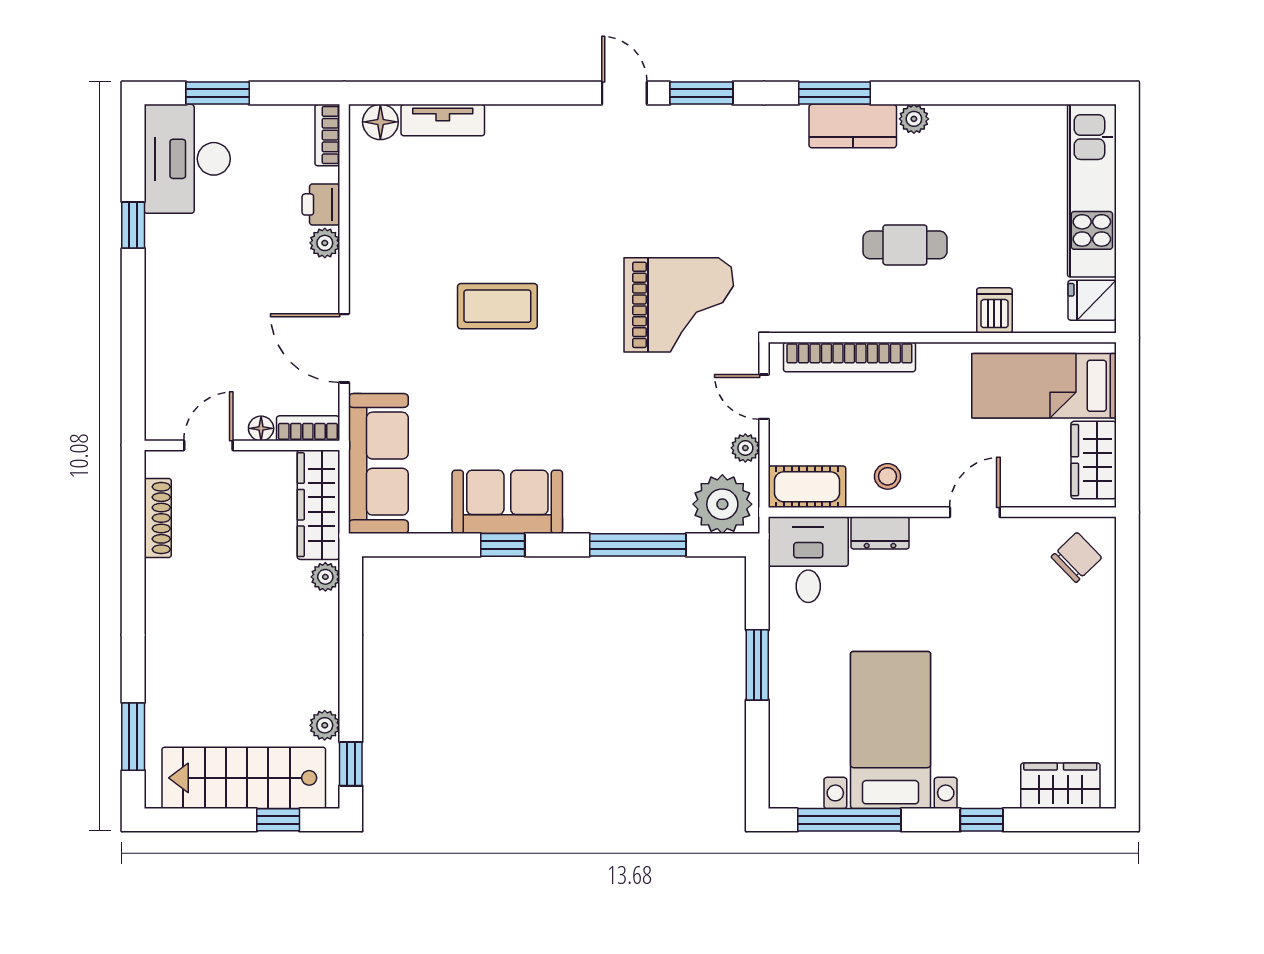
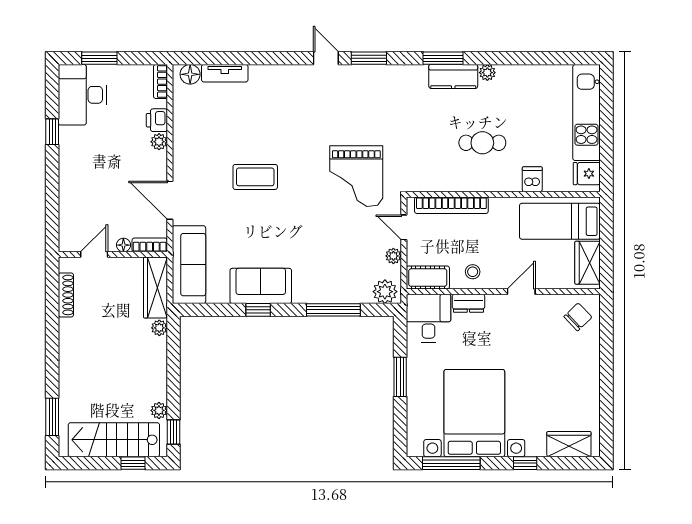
grand piano: (679, 305) -> (356, 176), turned 90
plant: (722, 504) -> (385, 292), width x0.73, depth x0.73
bed with nightstands: (891, 730) -> (474, 413), width x1.36

